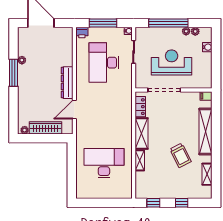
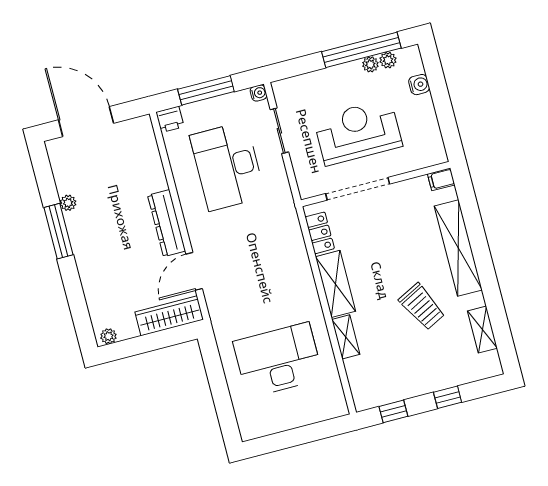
window: (168, 23) -> (361, 50), moved
wardrobe: (46, 128) -> (169, 316), moved

